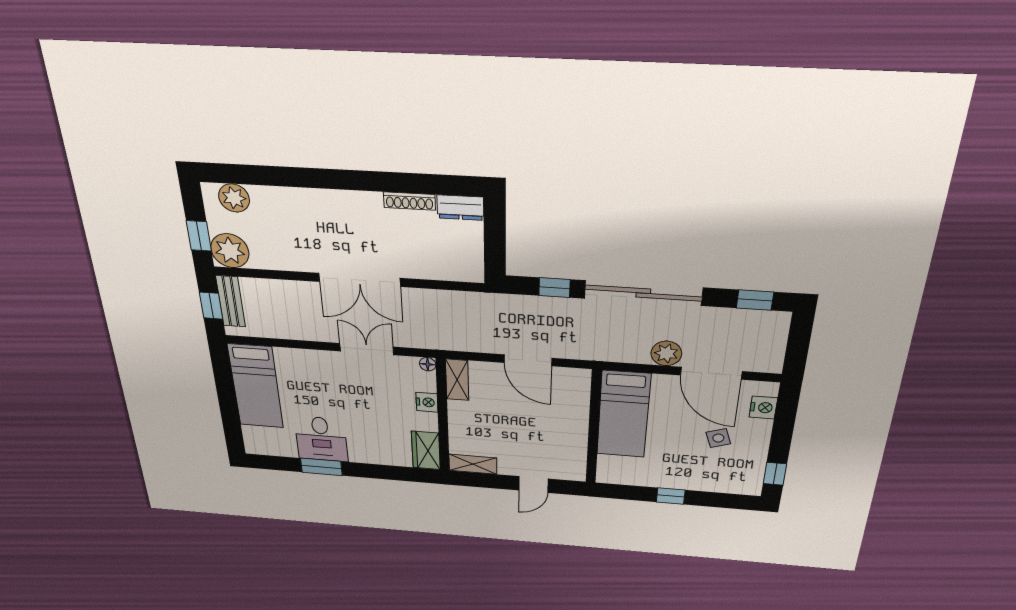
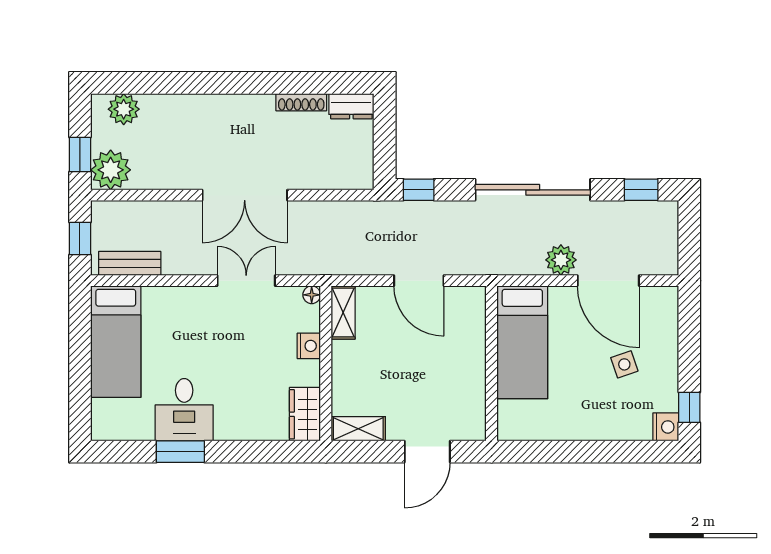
window: (554, 288) -> (419, 190), moved
bench: (231, 301) -> (130, 263), moved, turned 90
nightstand: (763, 408) -> (666, 427), moved
door: (533, 485) -> (427, 452), width x1.38
window: (671, 496) -> (581, 452), removed

